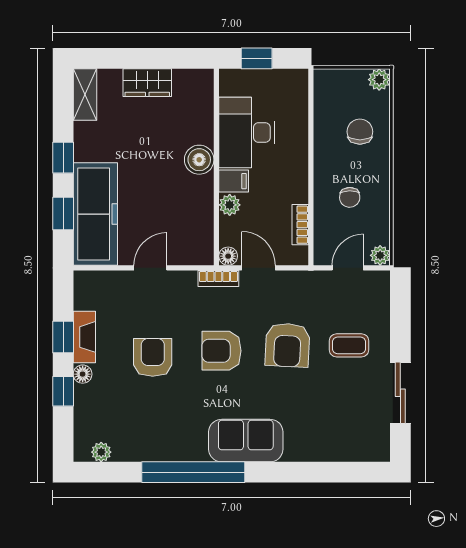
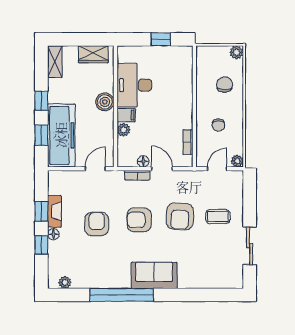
desk: (247, 132) -> (134, 85), moved
boiler: (199, 160) -> (105, 102), moved
wall: (216, 167) -> (115, 106), moved
filing cabinet: (234, 181) -> (126, 115), moved
plant: (230, 205) -> (124, 130), moved

